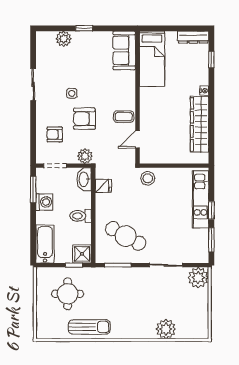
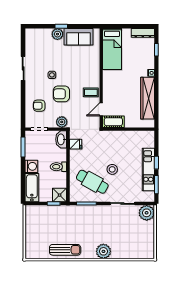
plant: (64, 39) -> (57, 34), moved
sofa: (124, 50) -> (79, 37), moved, turned -90
cot: (154, 156) -> (113, 122), added
stool: (148, 178) -> (112, 169), moved
kitchen unit: (201, 199) -> (148, 169), moved
washing machine: (44, 202) -> (31, 166), moved
round table: (68, 294) -> (49, 225), removed
plant: (166, 329) -> (103, 251), moved

